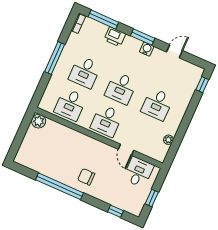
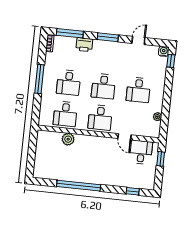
water cooler: (147, 49) -> (164, 51), moved
plant: (39, 121) -> (68, 139), moved
chair: (86, 177) -> (98, 170), removed
window: (152, 198) -> (161, 159), moved

